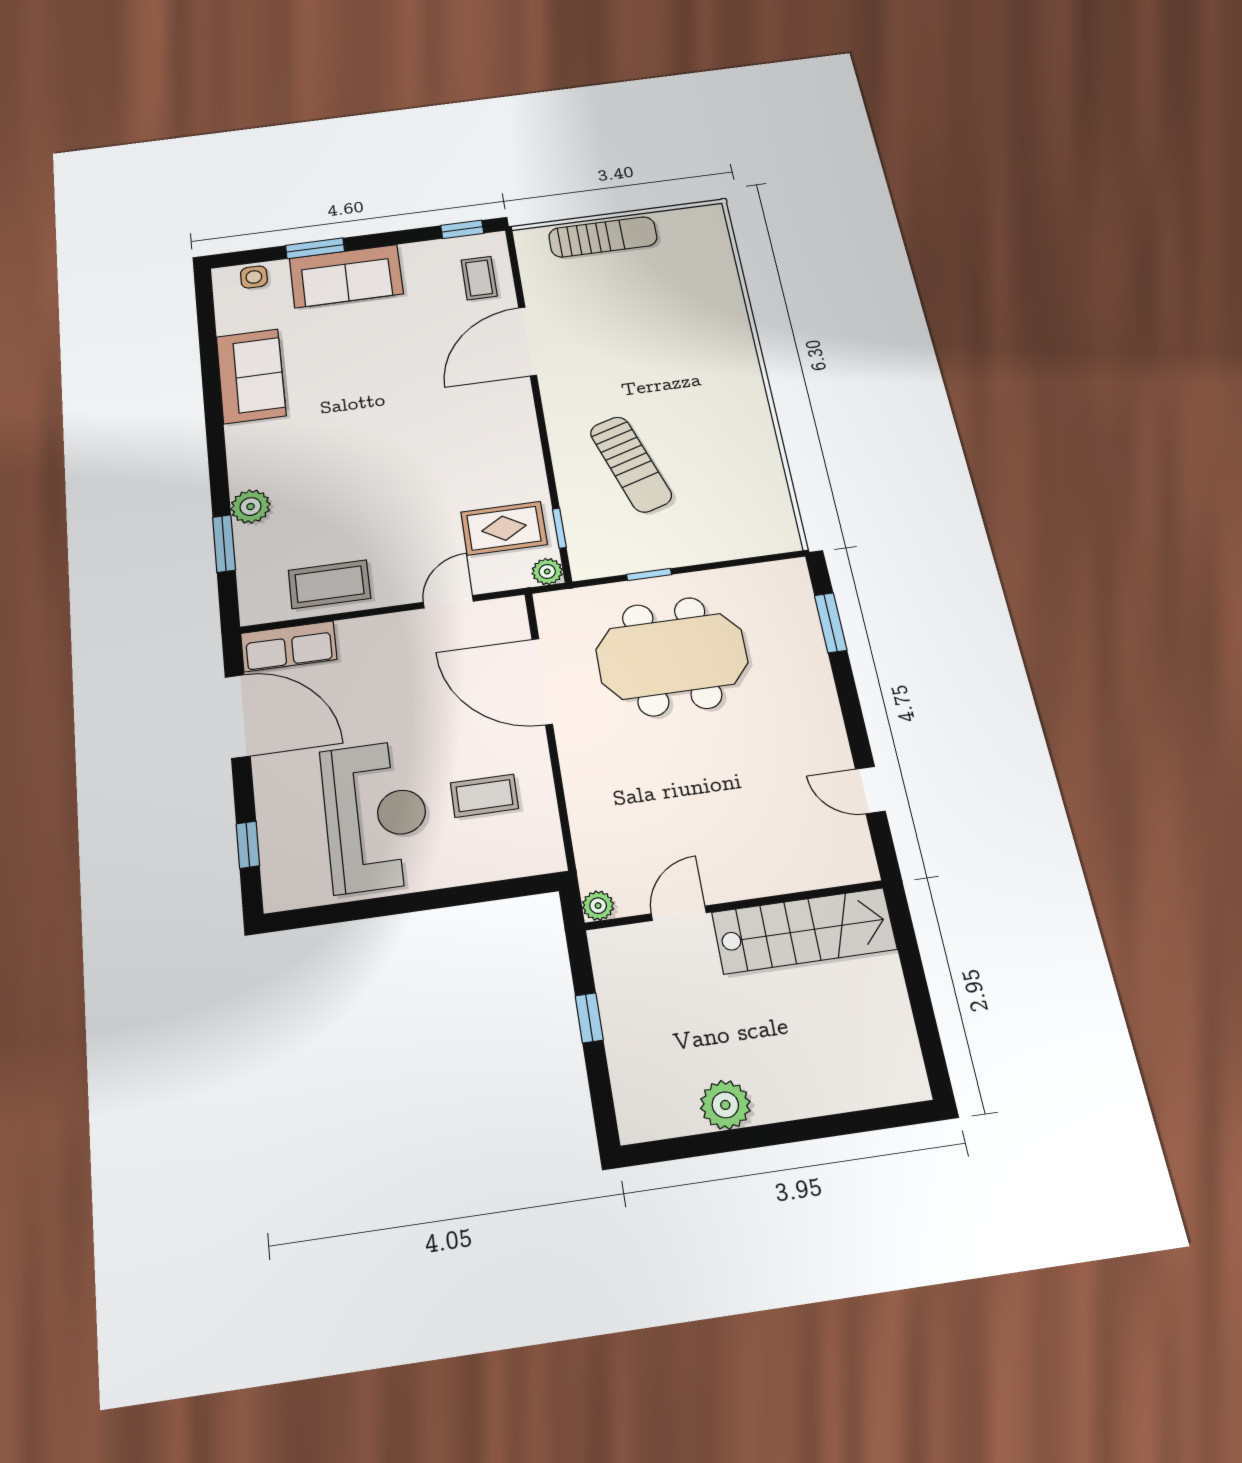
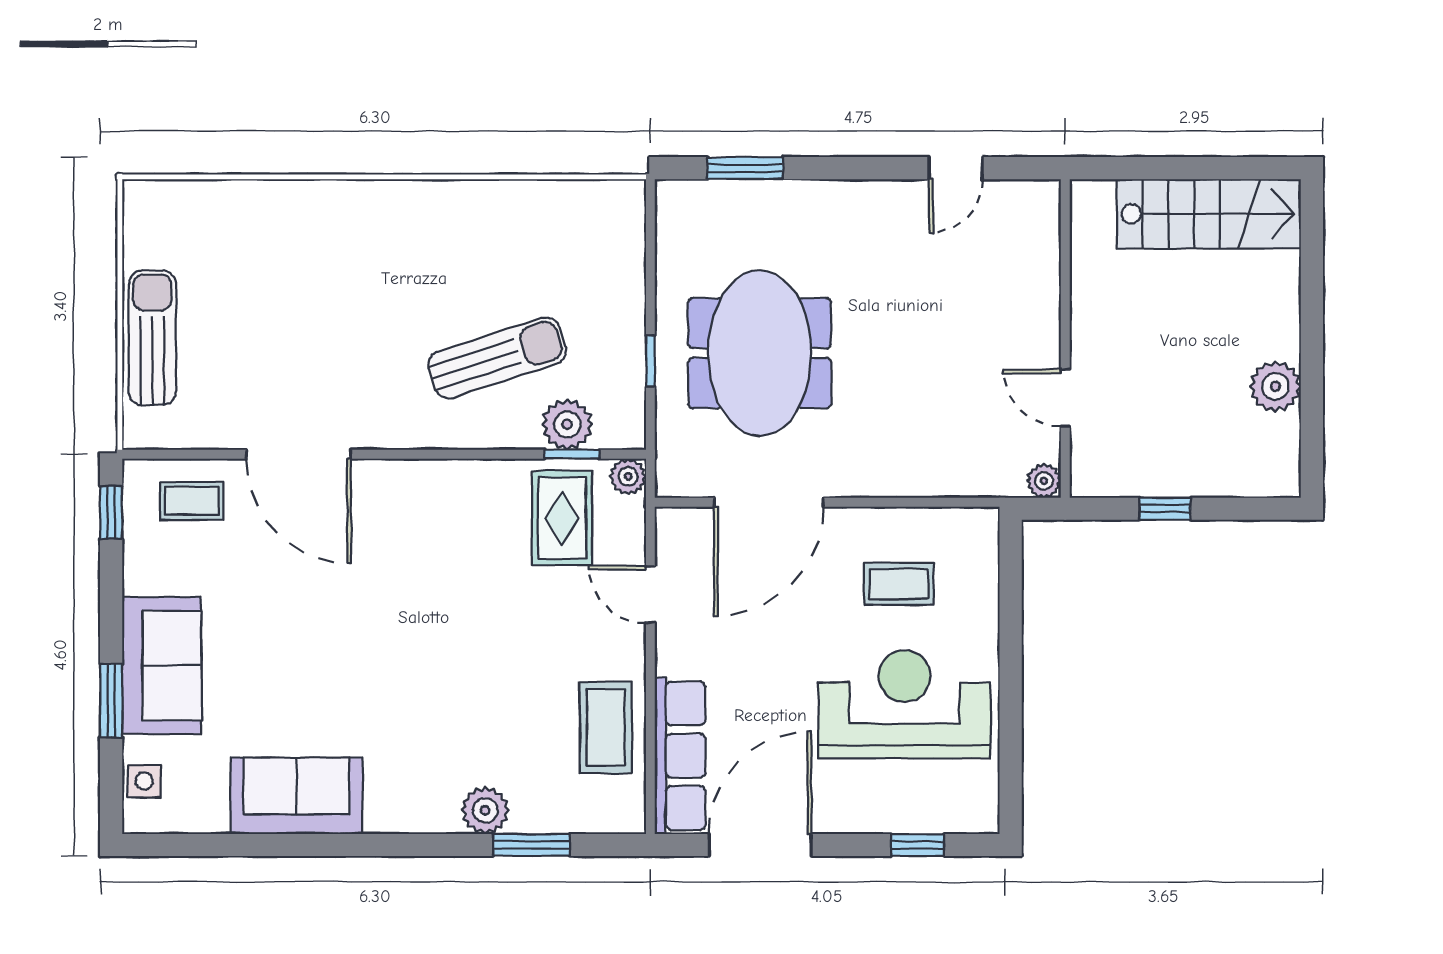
plant: (584, 521) -> (567, 424), added
row of seats: (289, 646) -> (680, 756), width x1.48
coffee table: (484, 796) -> (899, 584), turned 90
stairs: (804, 931) -> (1209, 214), moved, turned 90

